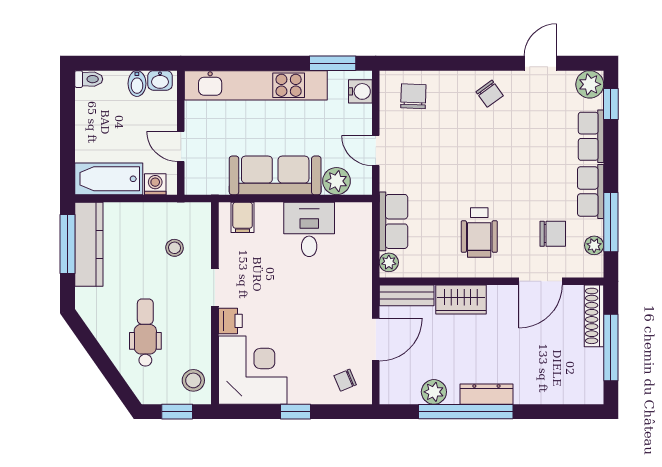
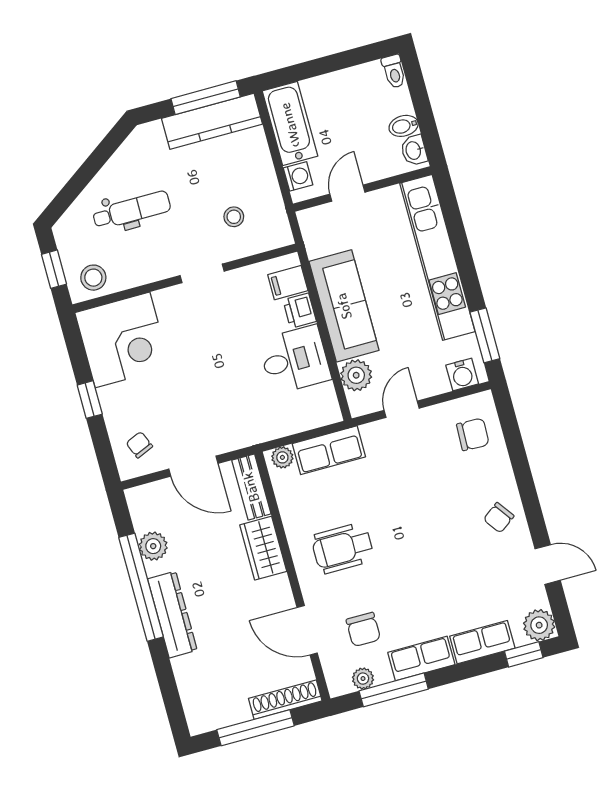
printer: (230, 321) -> (300, 311), moved, turned 90
dresser: (486, 394) -> (172, 615), width x1.37, depth x1.24

